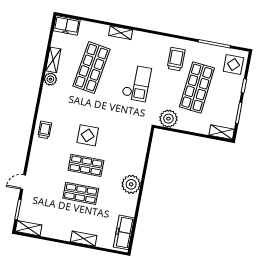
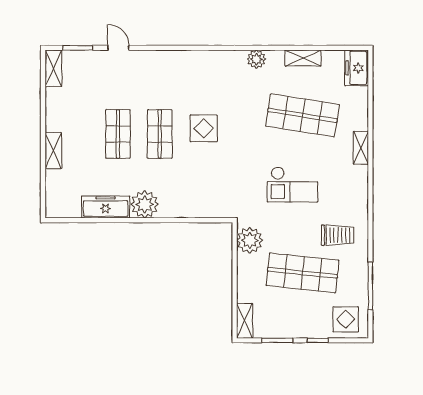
plant: (50, 79) -> (256, 59), moved
trolley: (45, 130) -> (200, 65), removed
freezer: (124, 232) -> (106, 207), moved

